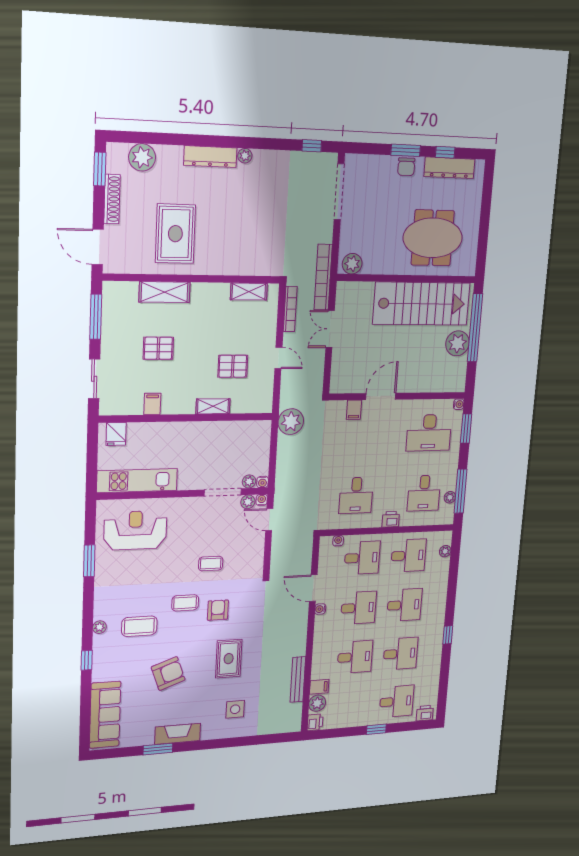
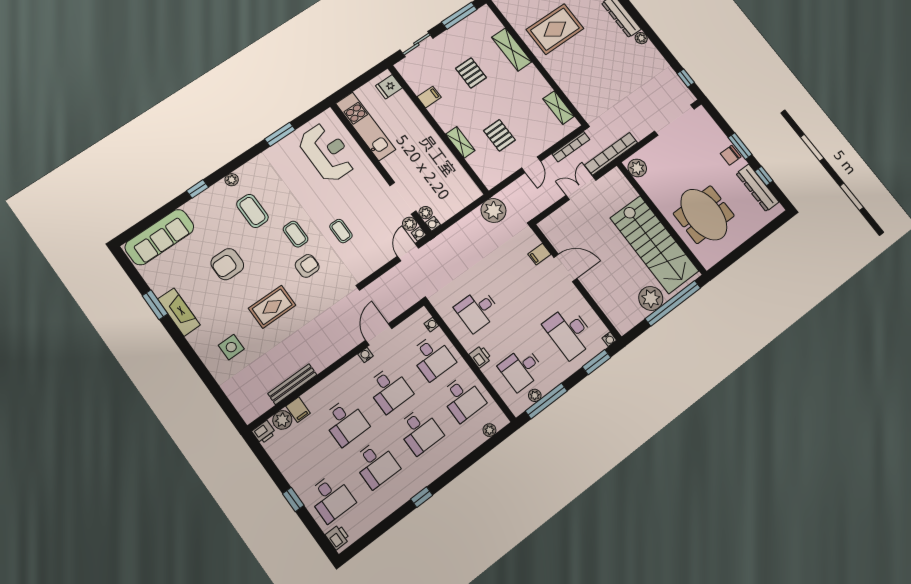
armchair: (168, 673) -> (227, 264), turned 110

